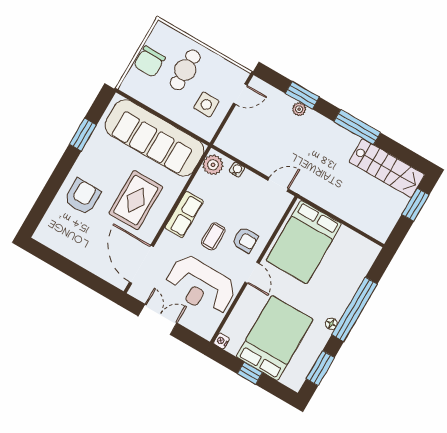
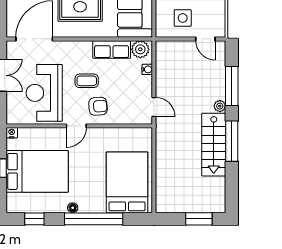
window: (302, 95) -> (232, 86), width x1.44
plant: (299, 109) -> (220, 106), moved
stairs: (387, 168) -> (214, 145), moved
row of seats: (184, 215) -> (112, 49), moved
armchair: (245, 240) -> (98, 106), turned -94
bed: (304, 242) -> (127, 182), moved, turned 90
window: (320, 368) -> (34, 219), width x0.67

